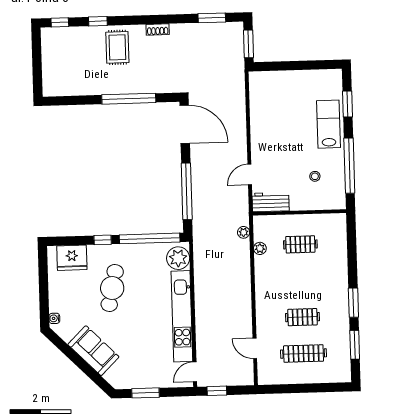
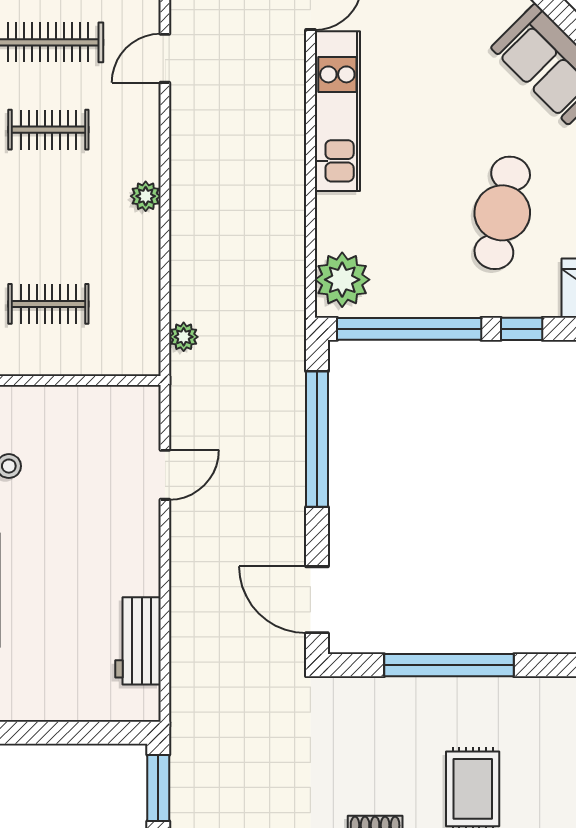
door: (185, 124) -> (317, 600), width x0.73
workbench: (271, 202) -> (138, 641), moved, turned 90
plant: (260, 248) -> (146, 196), moved
kitchen unit: (182, 316) -> (337, 111), width x0.73
door: (255, 348) -> (165, 58), swing flipped

